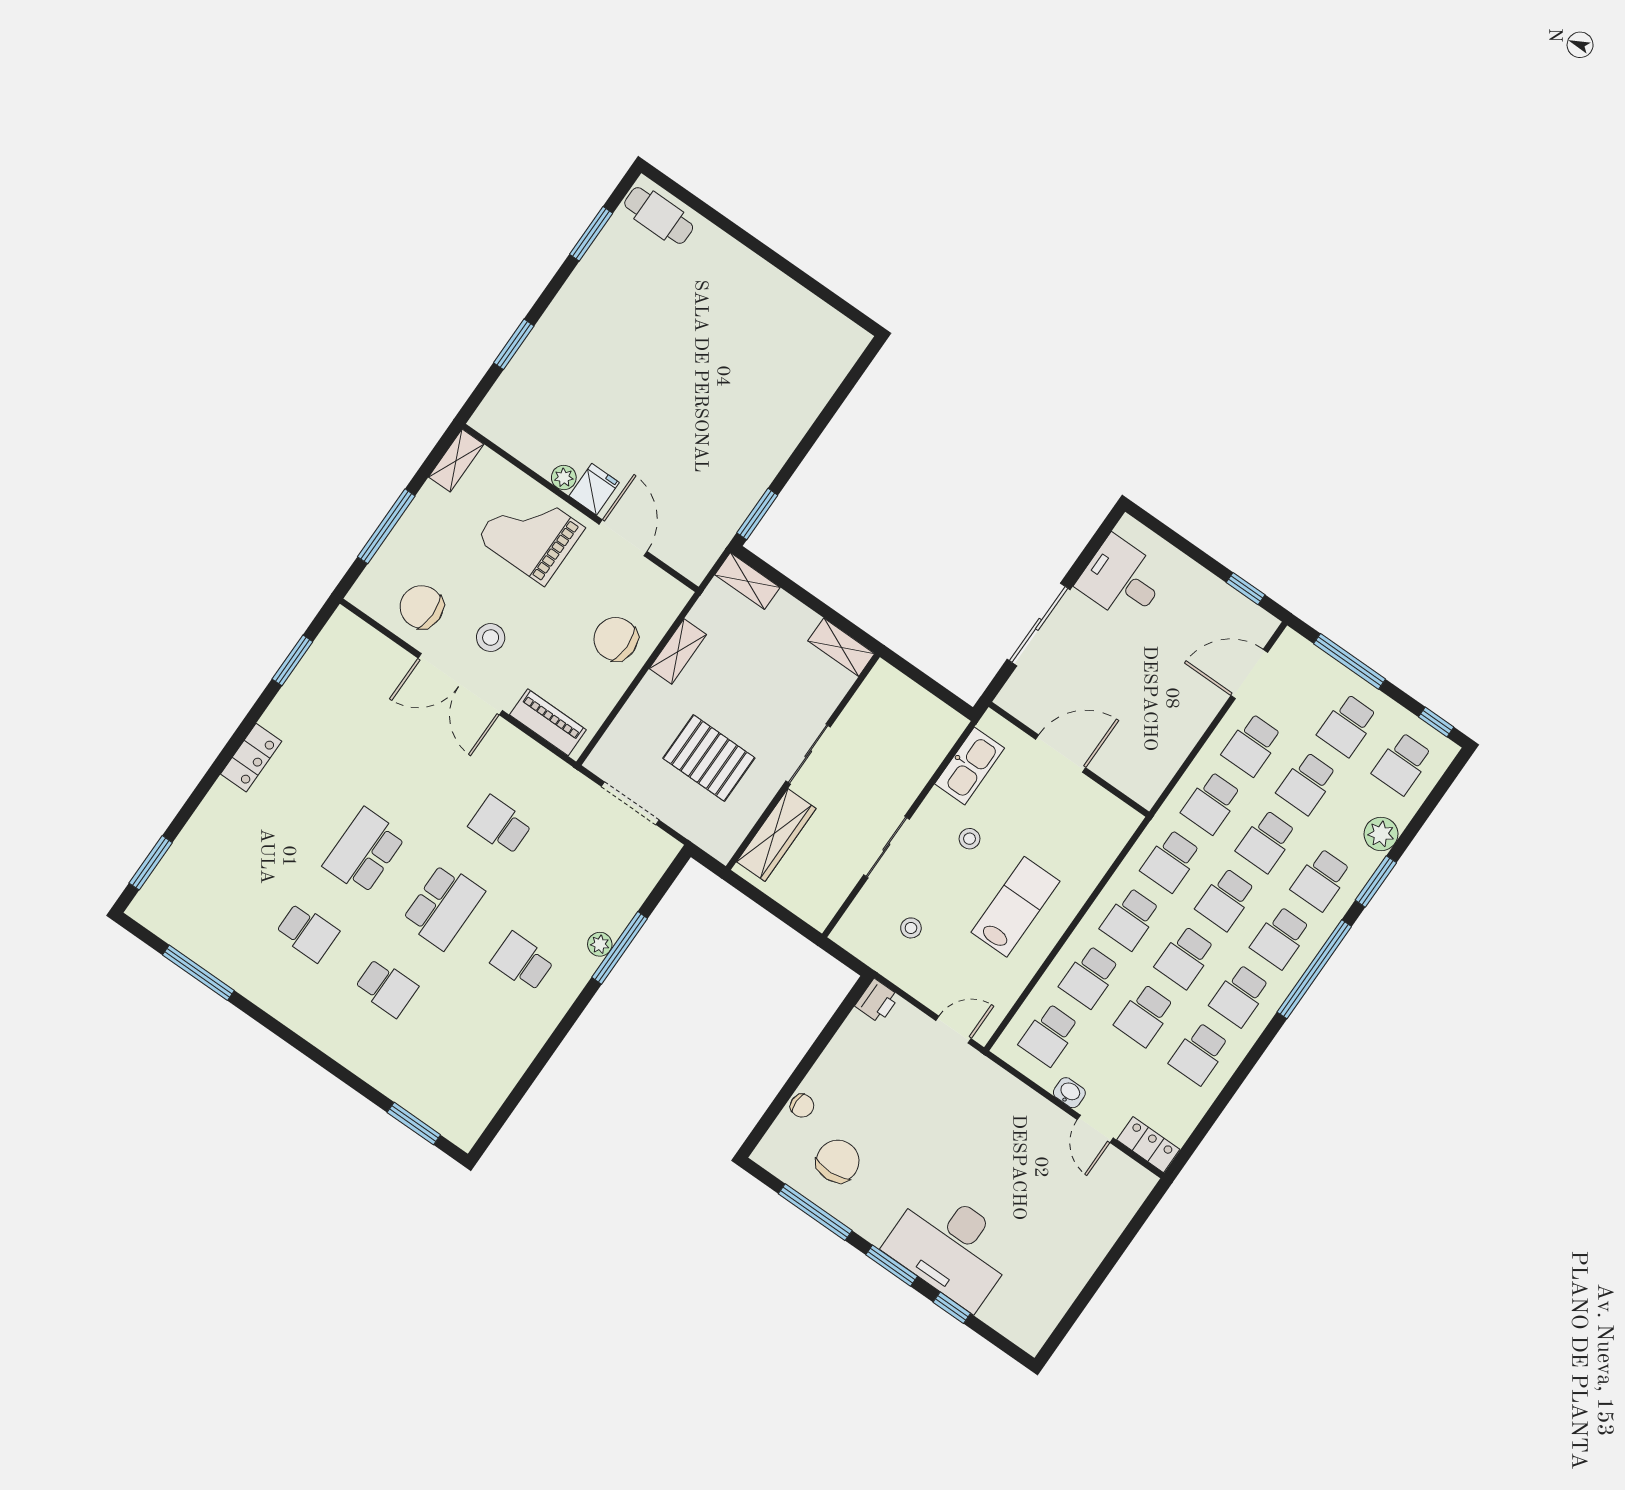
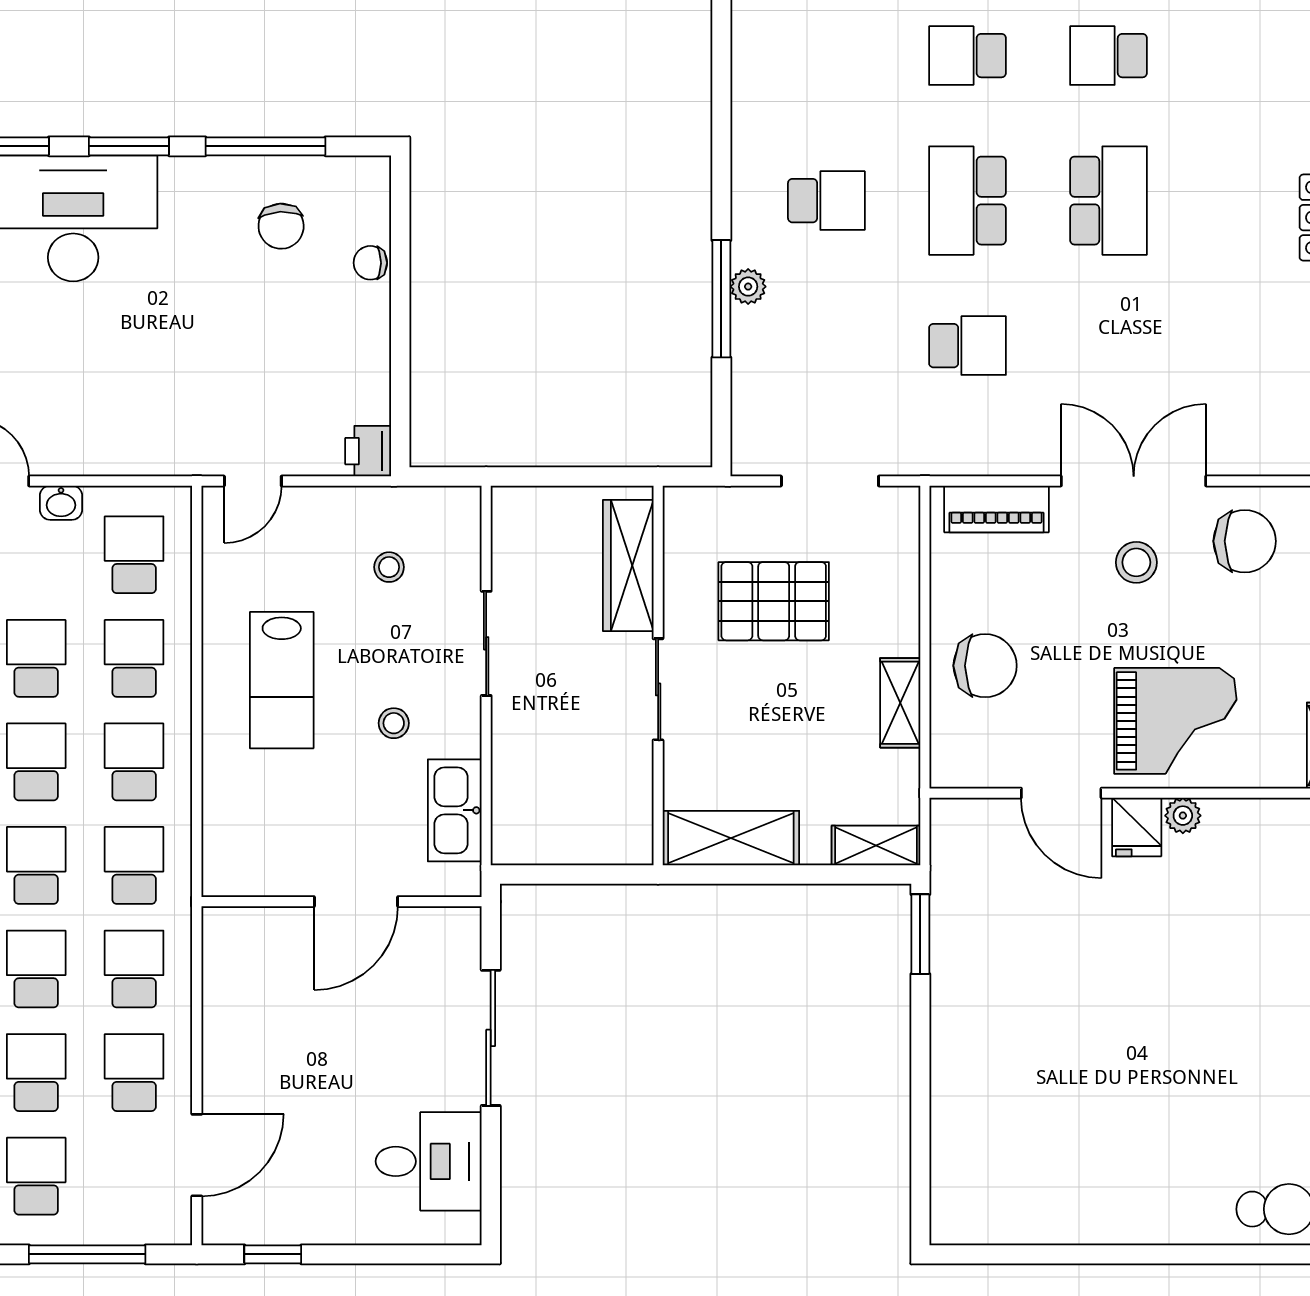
shelving: (841, 647) -> (731, 838), width x1.50, depth x1.33
chair: (838, 1161) -> (281, 226), width x0.73, depth x0.73

